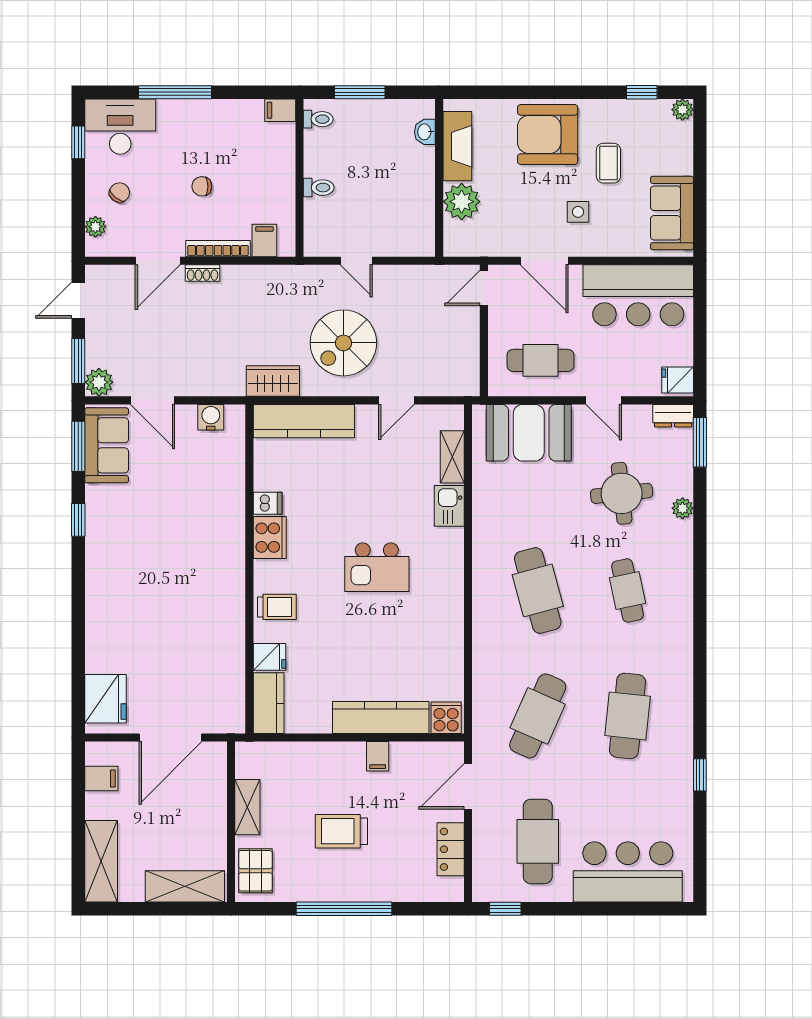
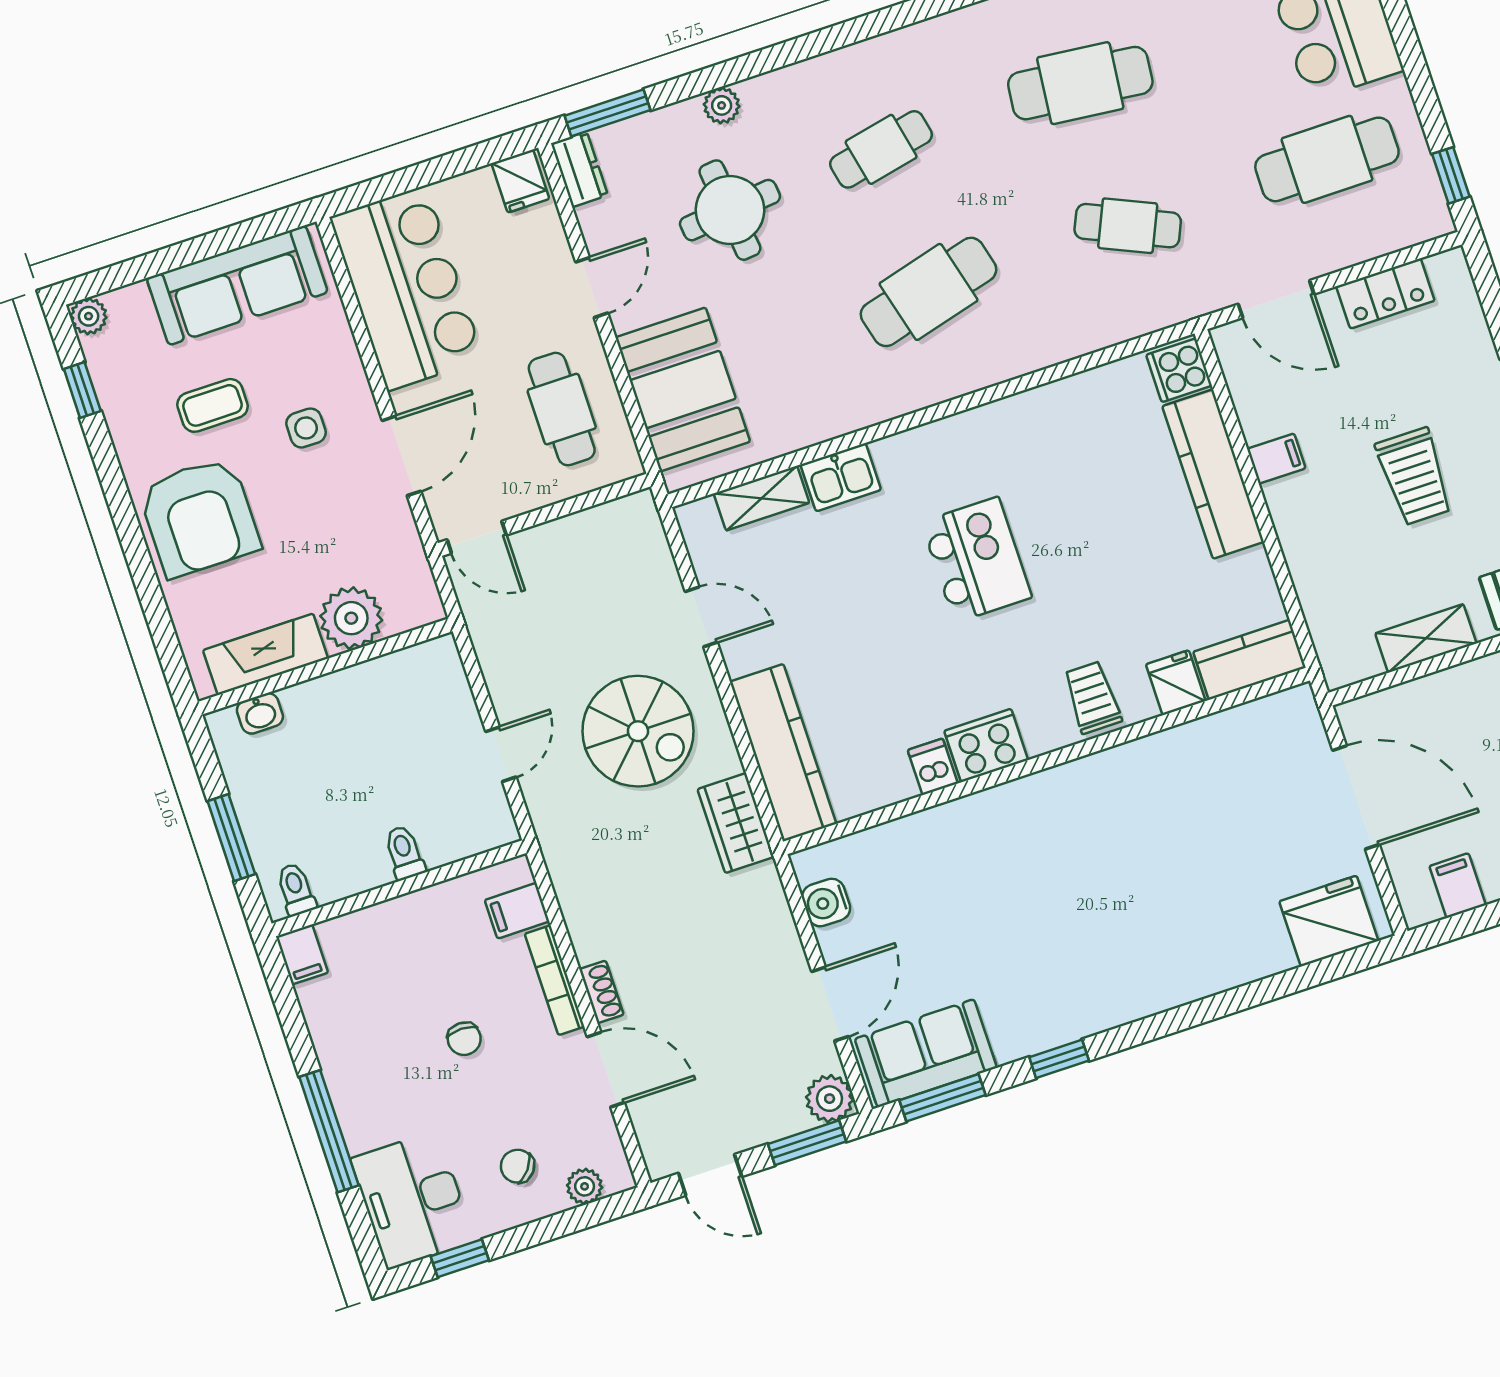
sofa: (672, 213) -> (237, 285), width x1.36
cafe table: (538, 716) -> (1128, 226), width x0.73, depth x0.74

